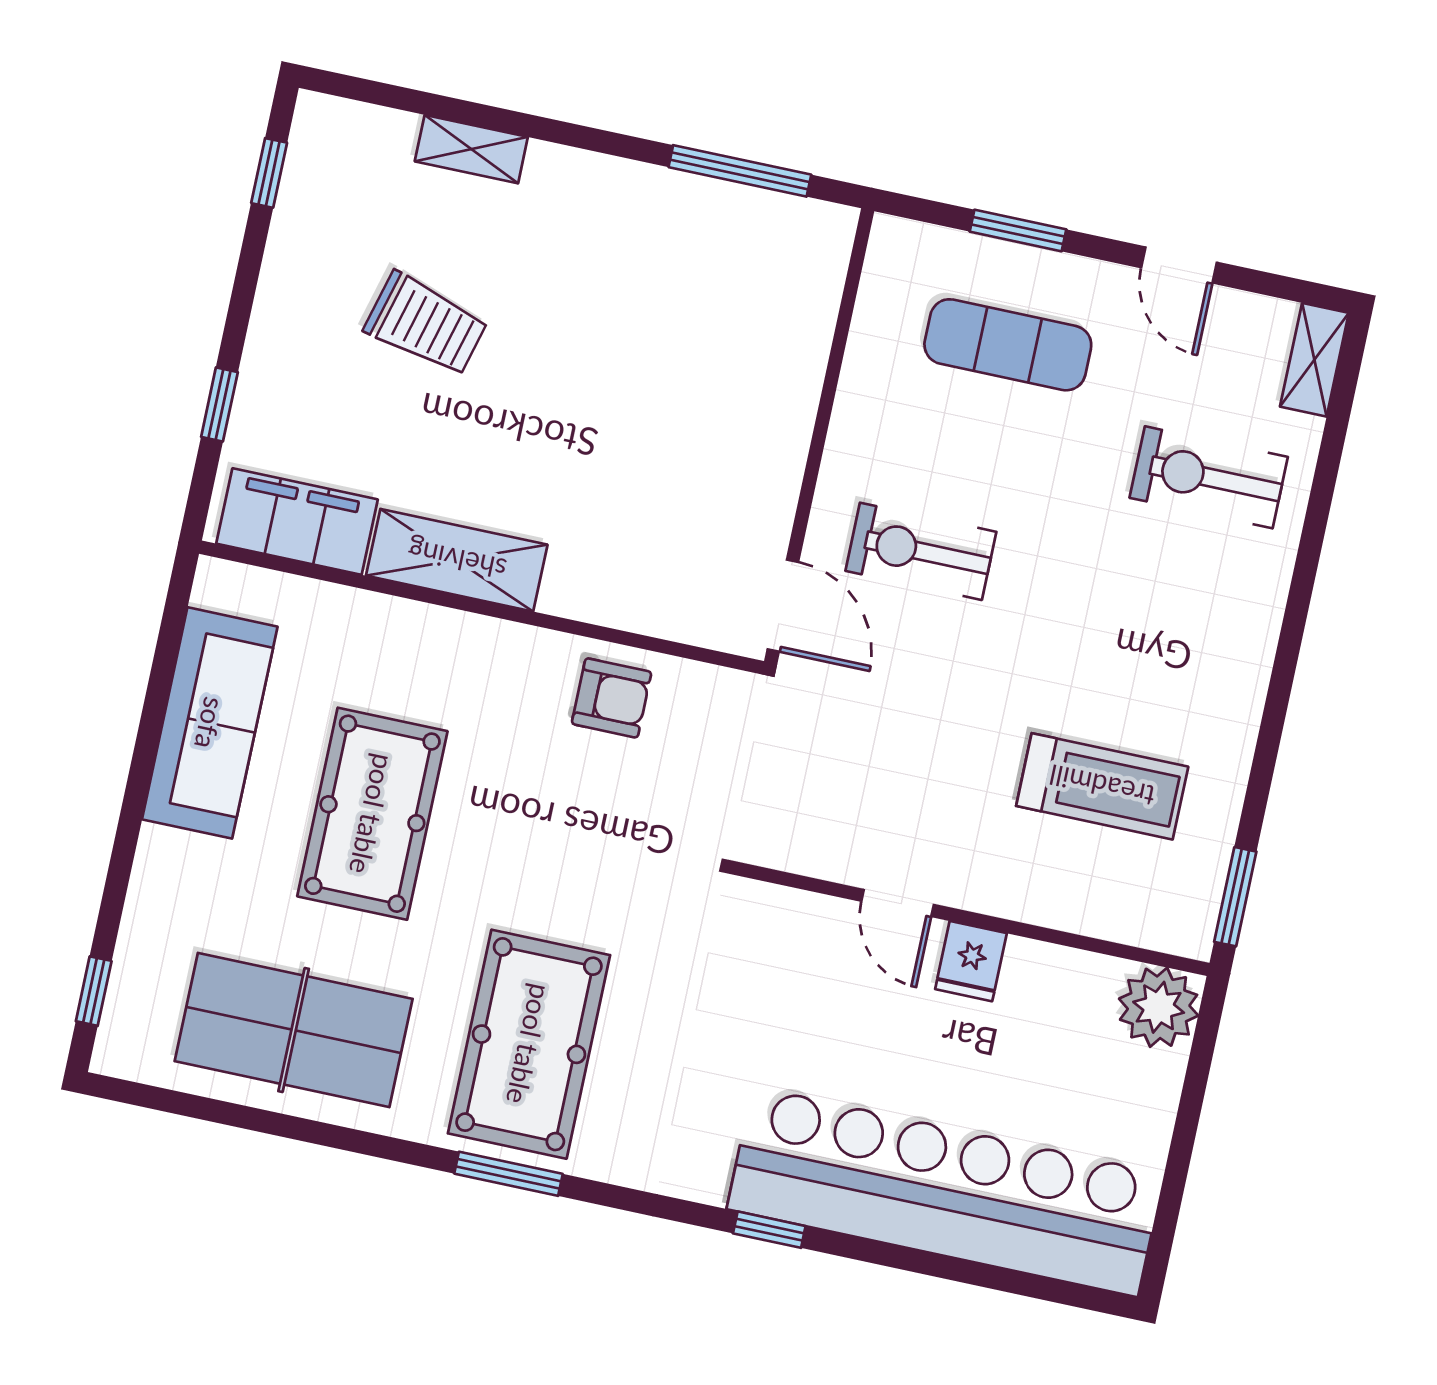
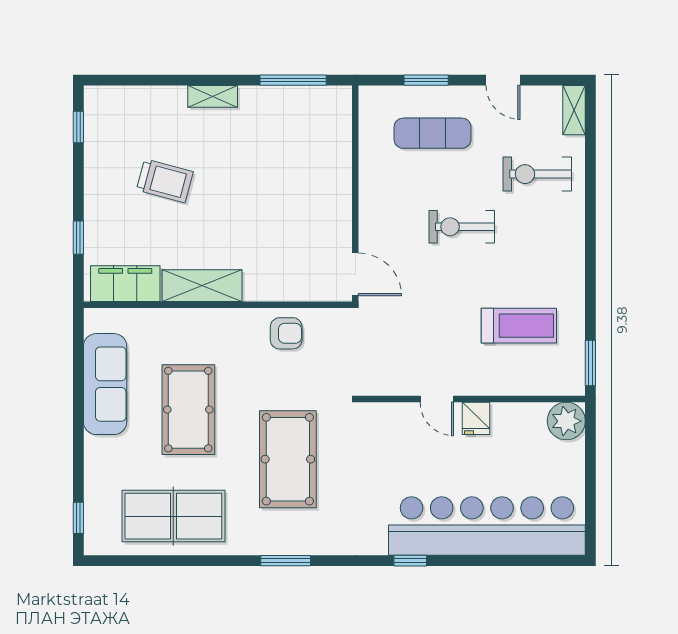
shelving: (471, 149) -> (213, 96), moved
exercise bike: (921, 551) -> (462, 227), moved
pool table: (529, 1044) -> (288, 459), moved

